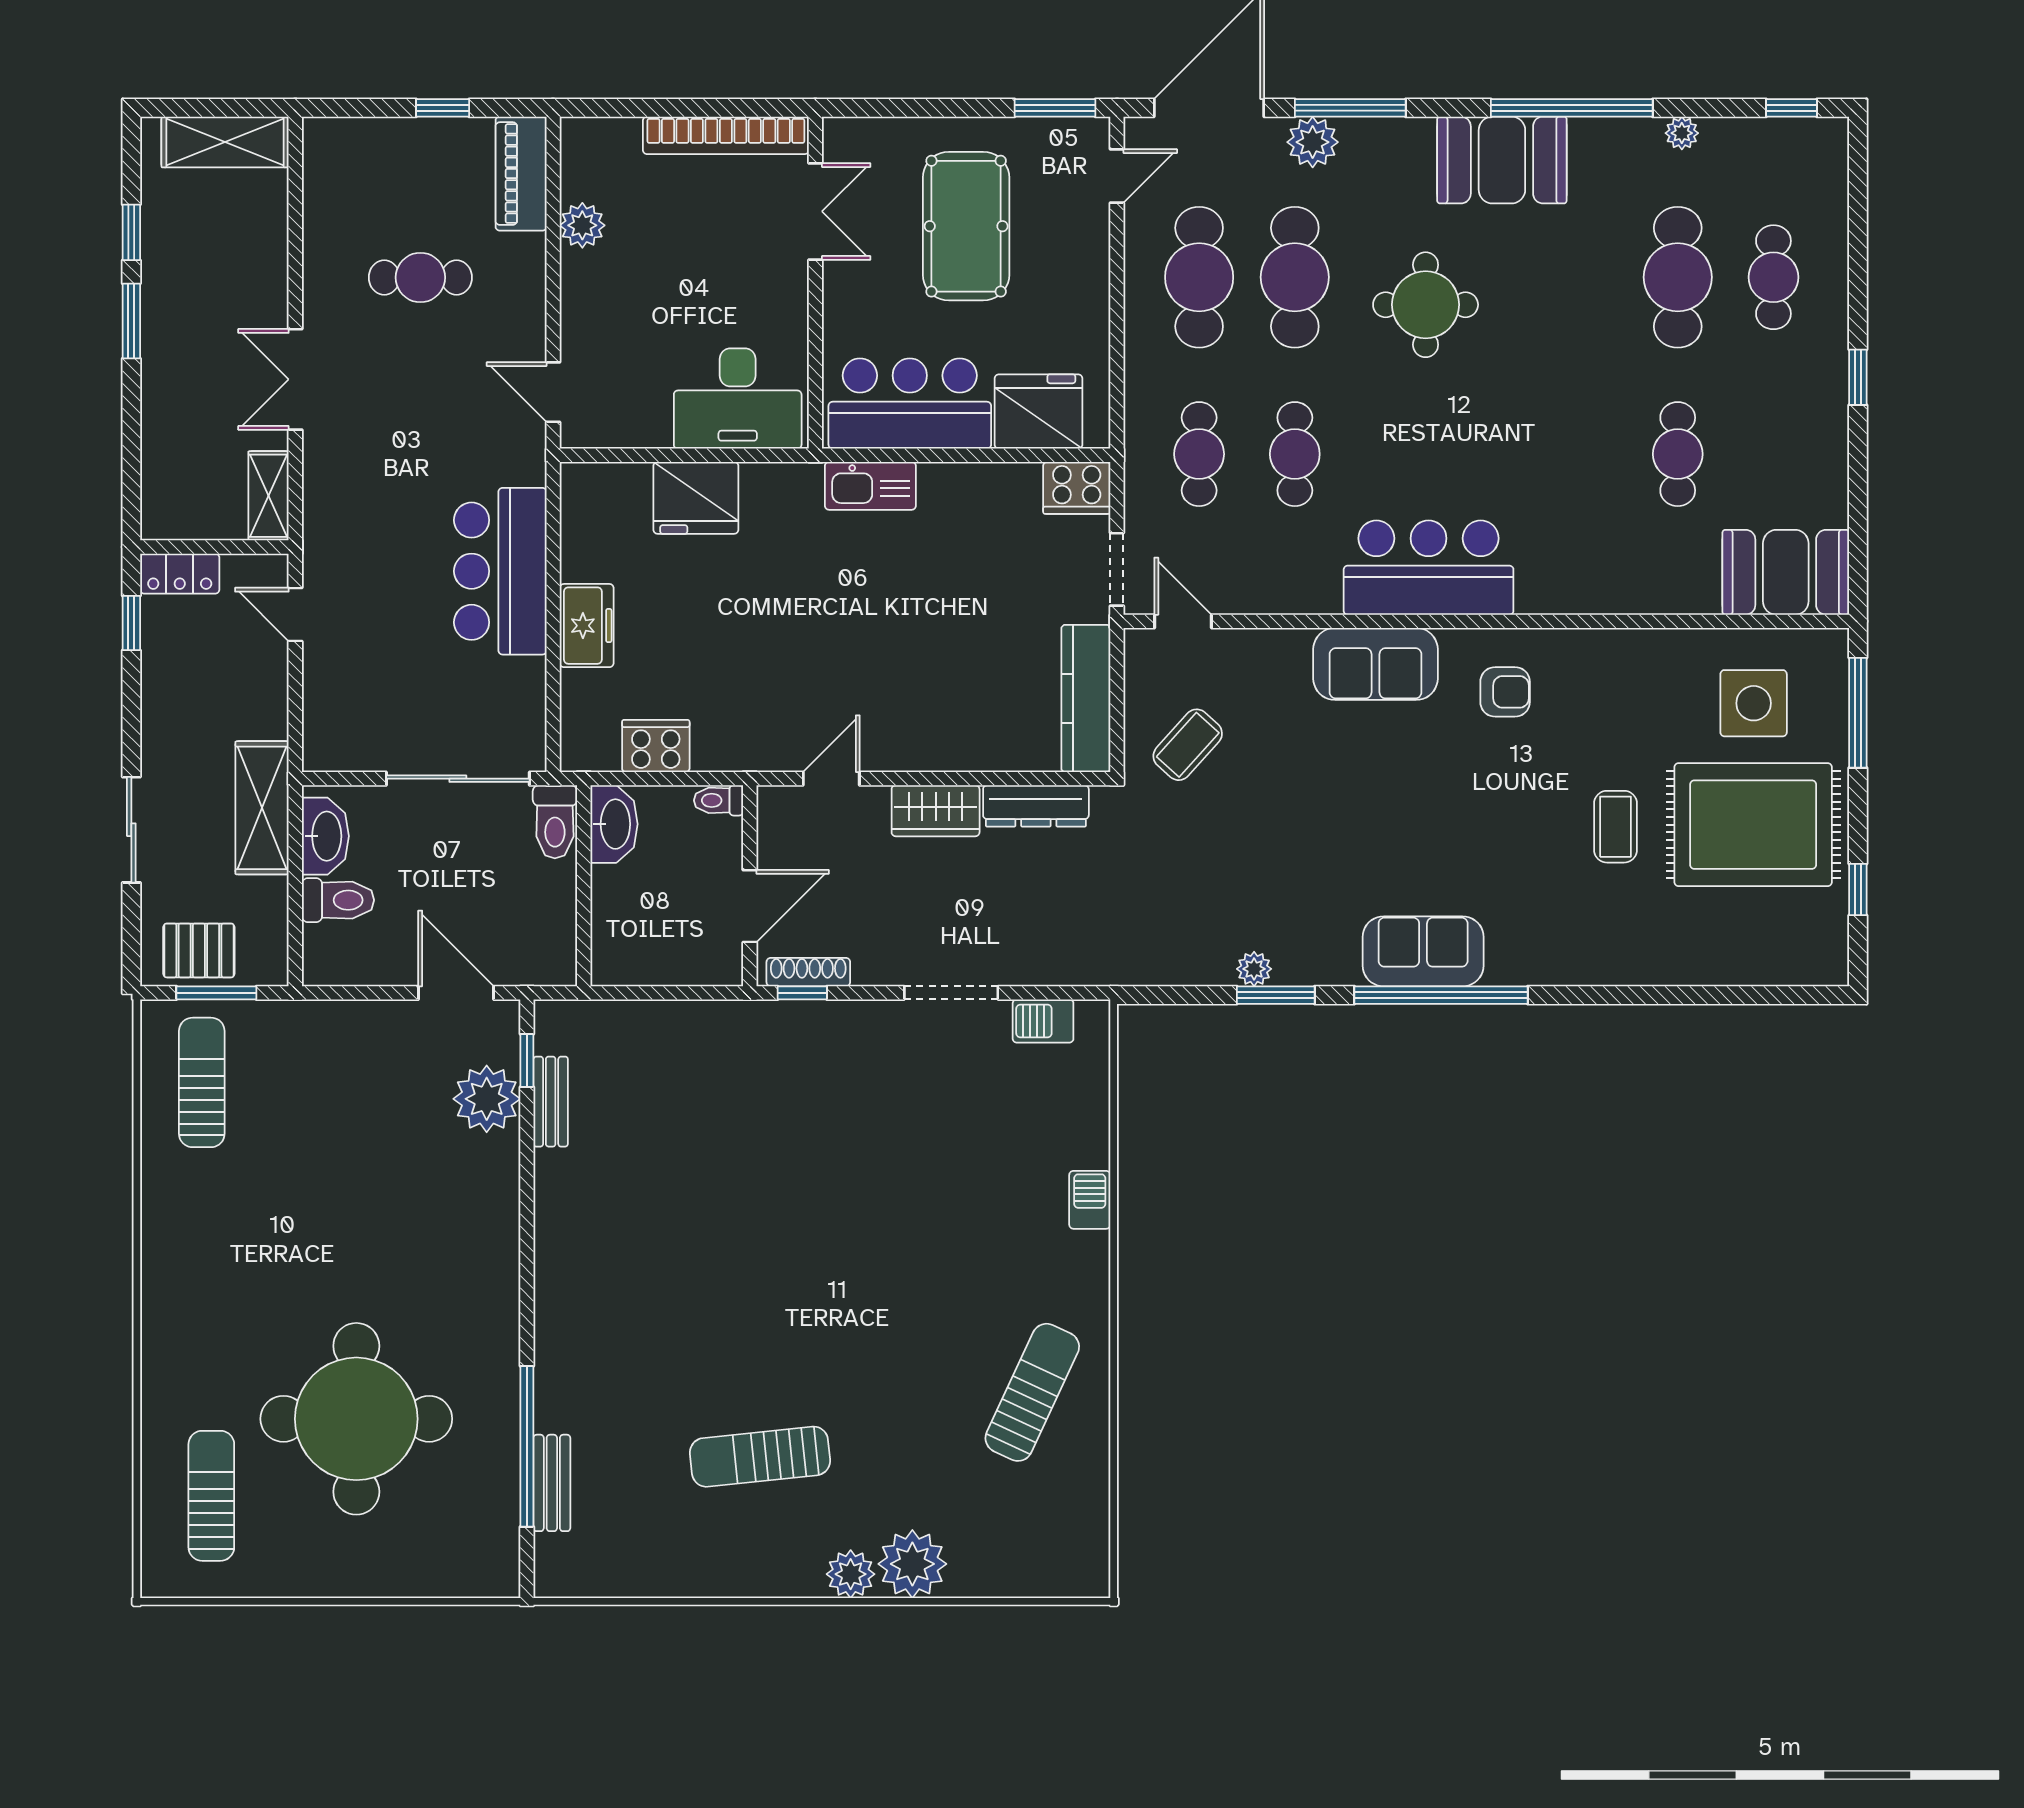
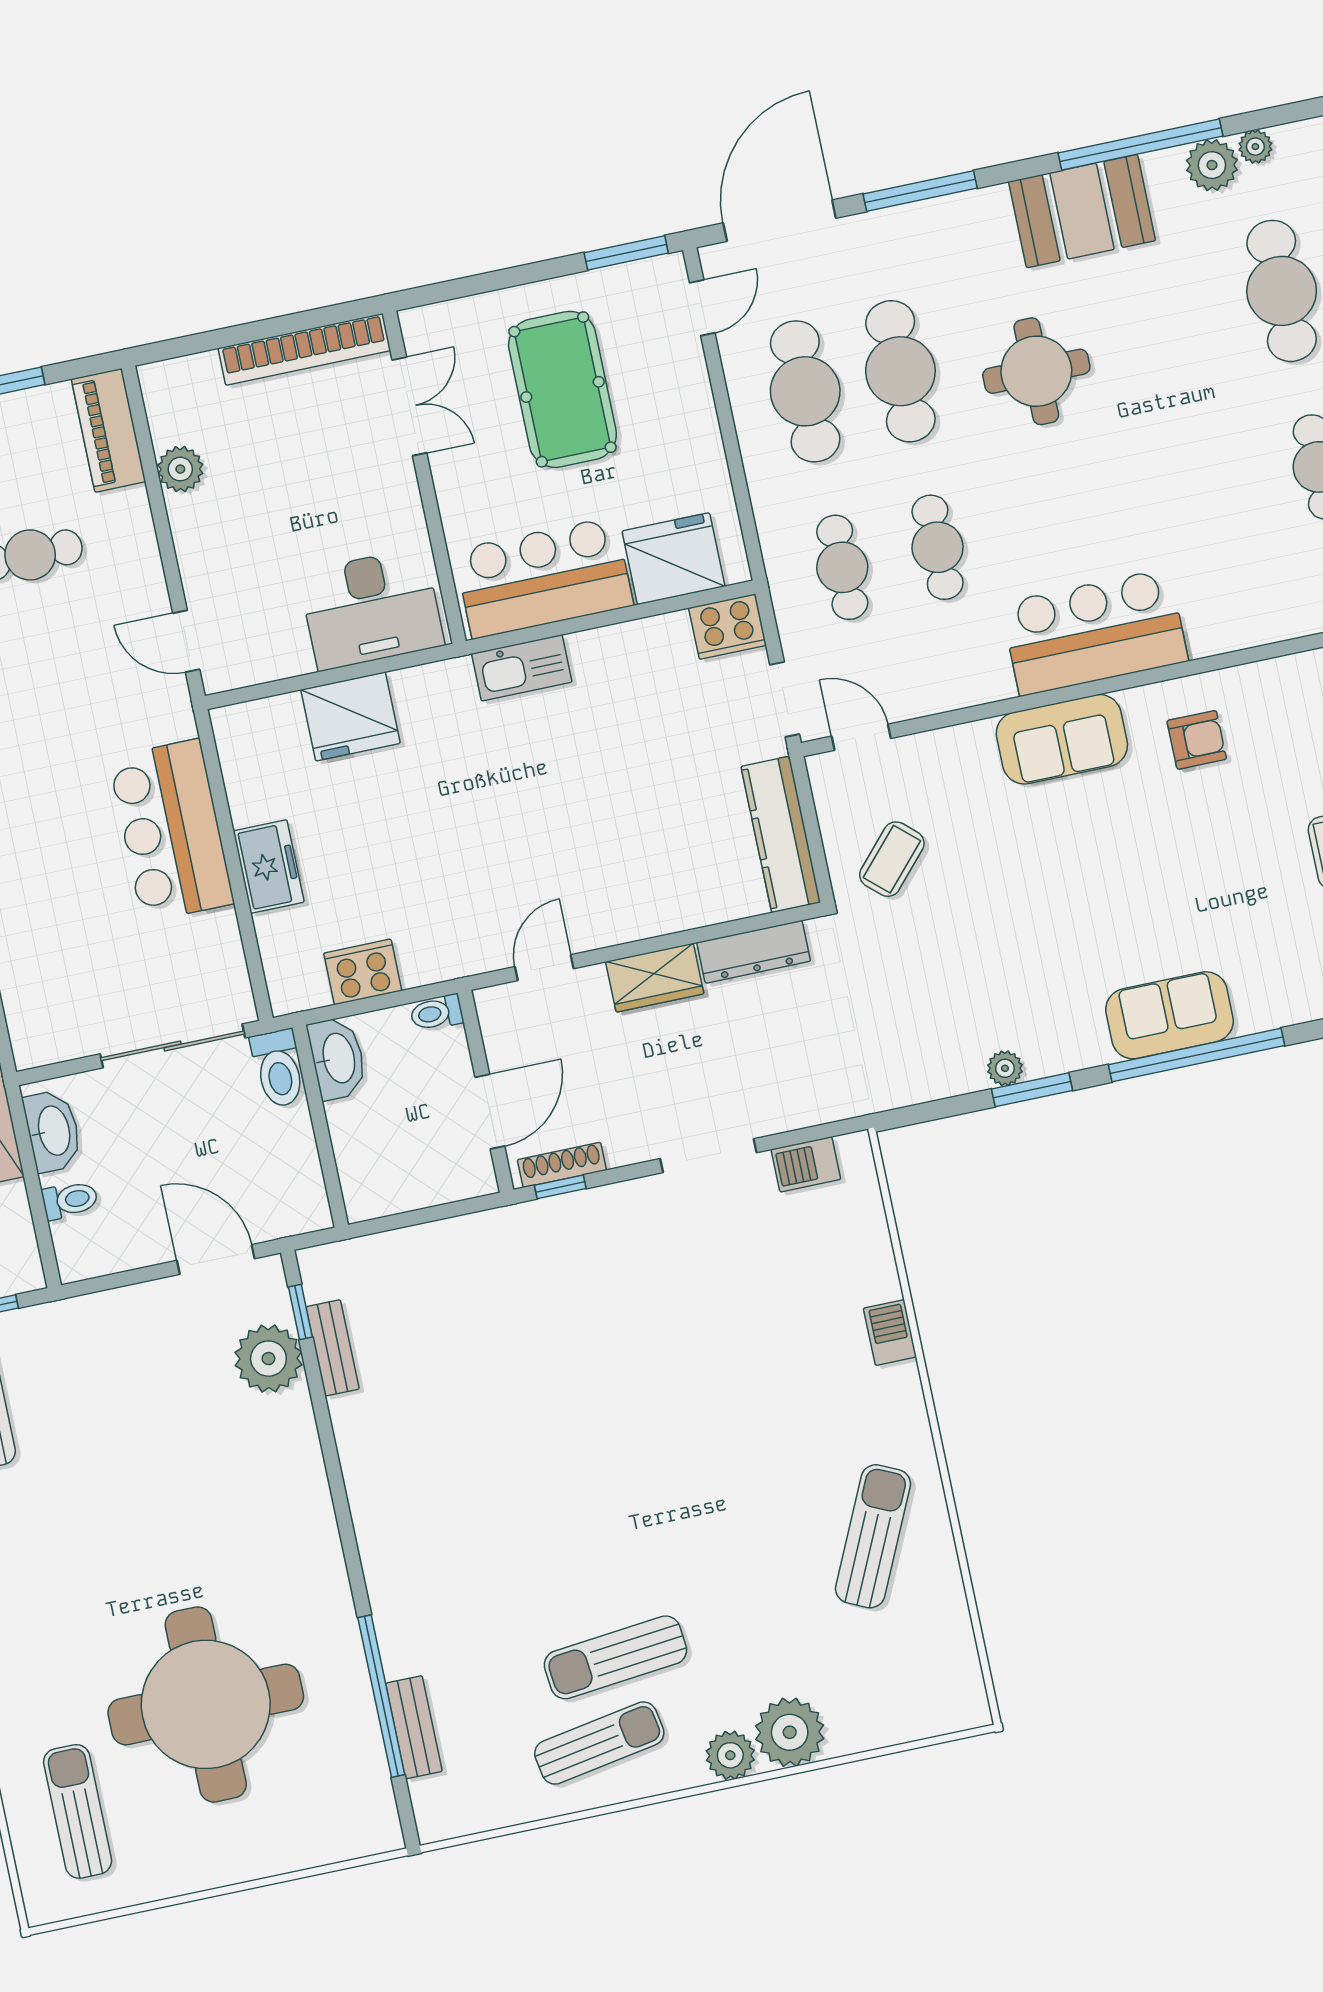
plant: (1313, 142) -> (1212, 165), moved
toilet: (338, 900) -> (70, 1200), width x0.73, depth x0.72
sun lounger: (727, 1536) -> (599, 1743), added

